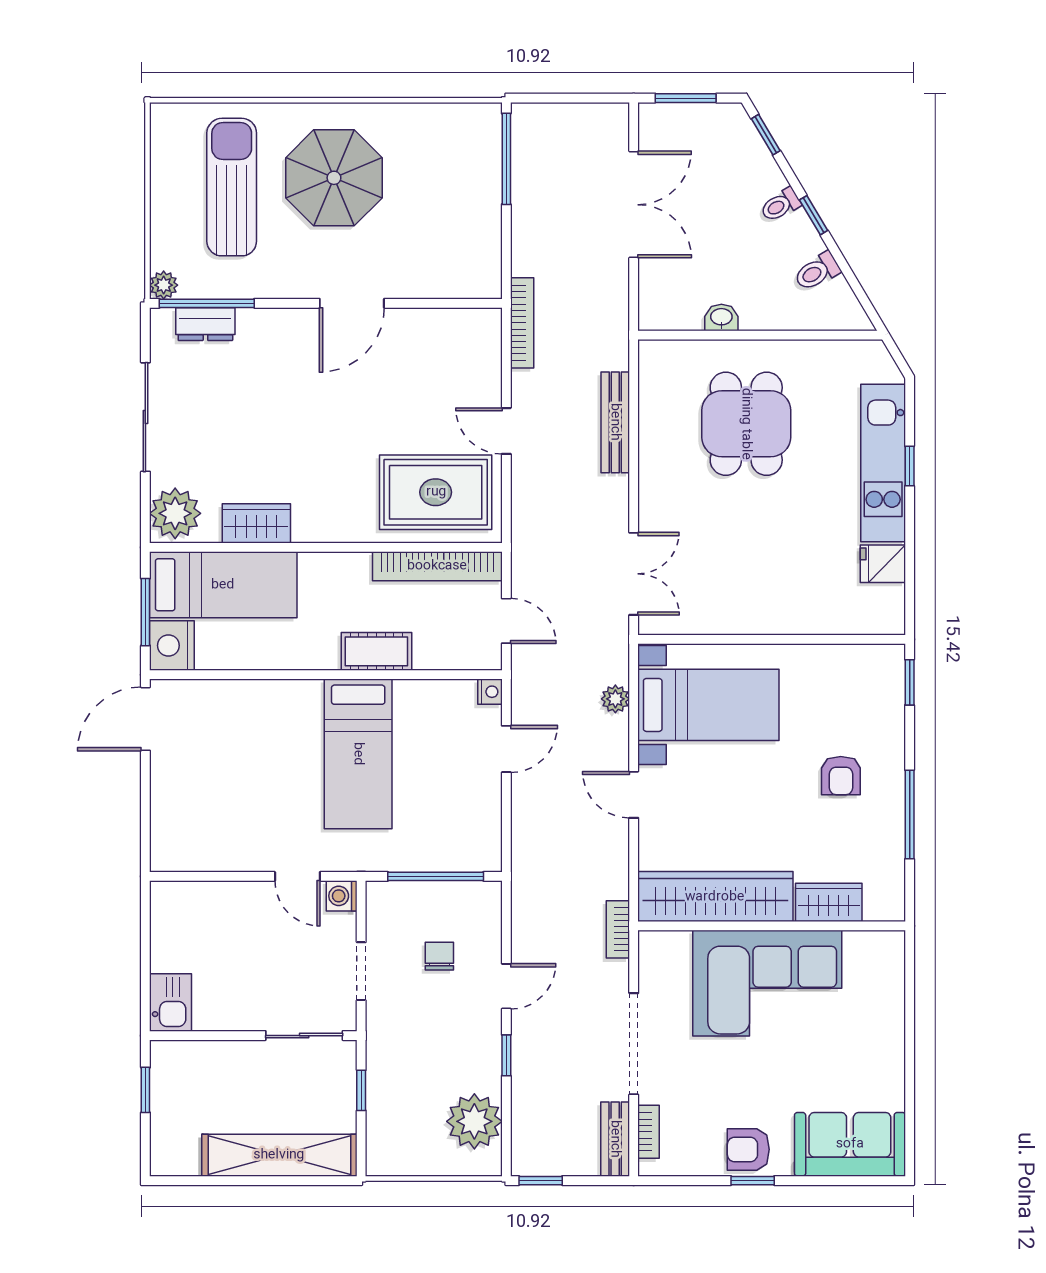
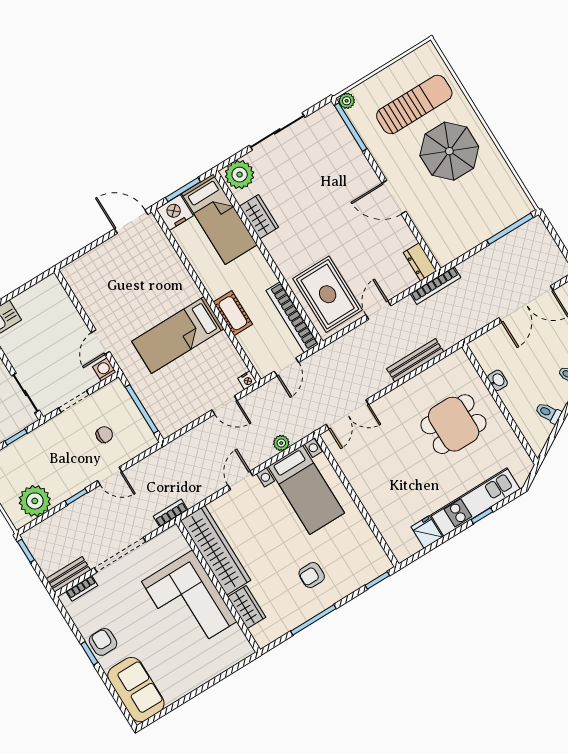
dresser: (205, 324) -> (420, 262), moved

